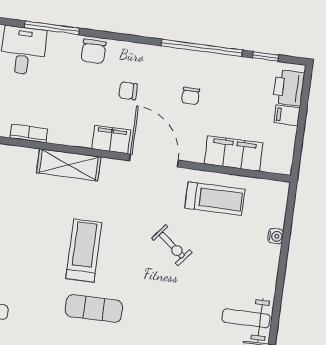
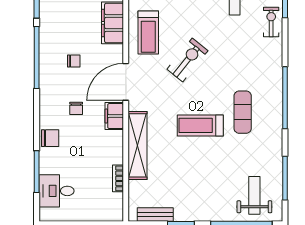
shelving: (69, 165) -> (138, 145), width x1.47
treadmill: (215, 199) -> (148, 32), turned 180
exercise bike: (172, 245) -> (187, 60), width x1.38, depth x1.39

